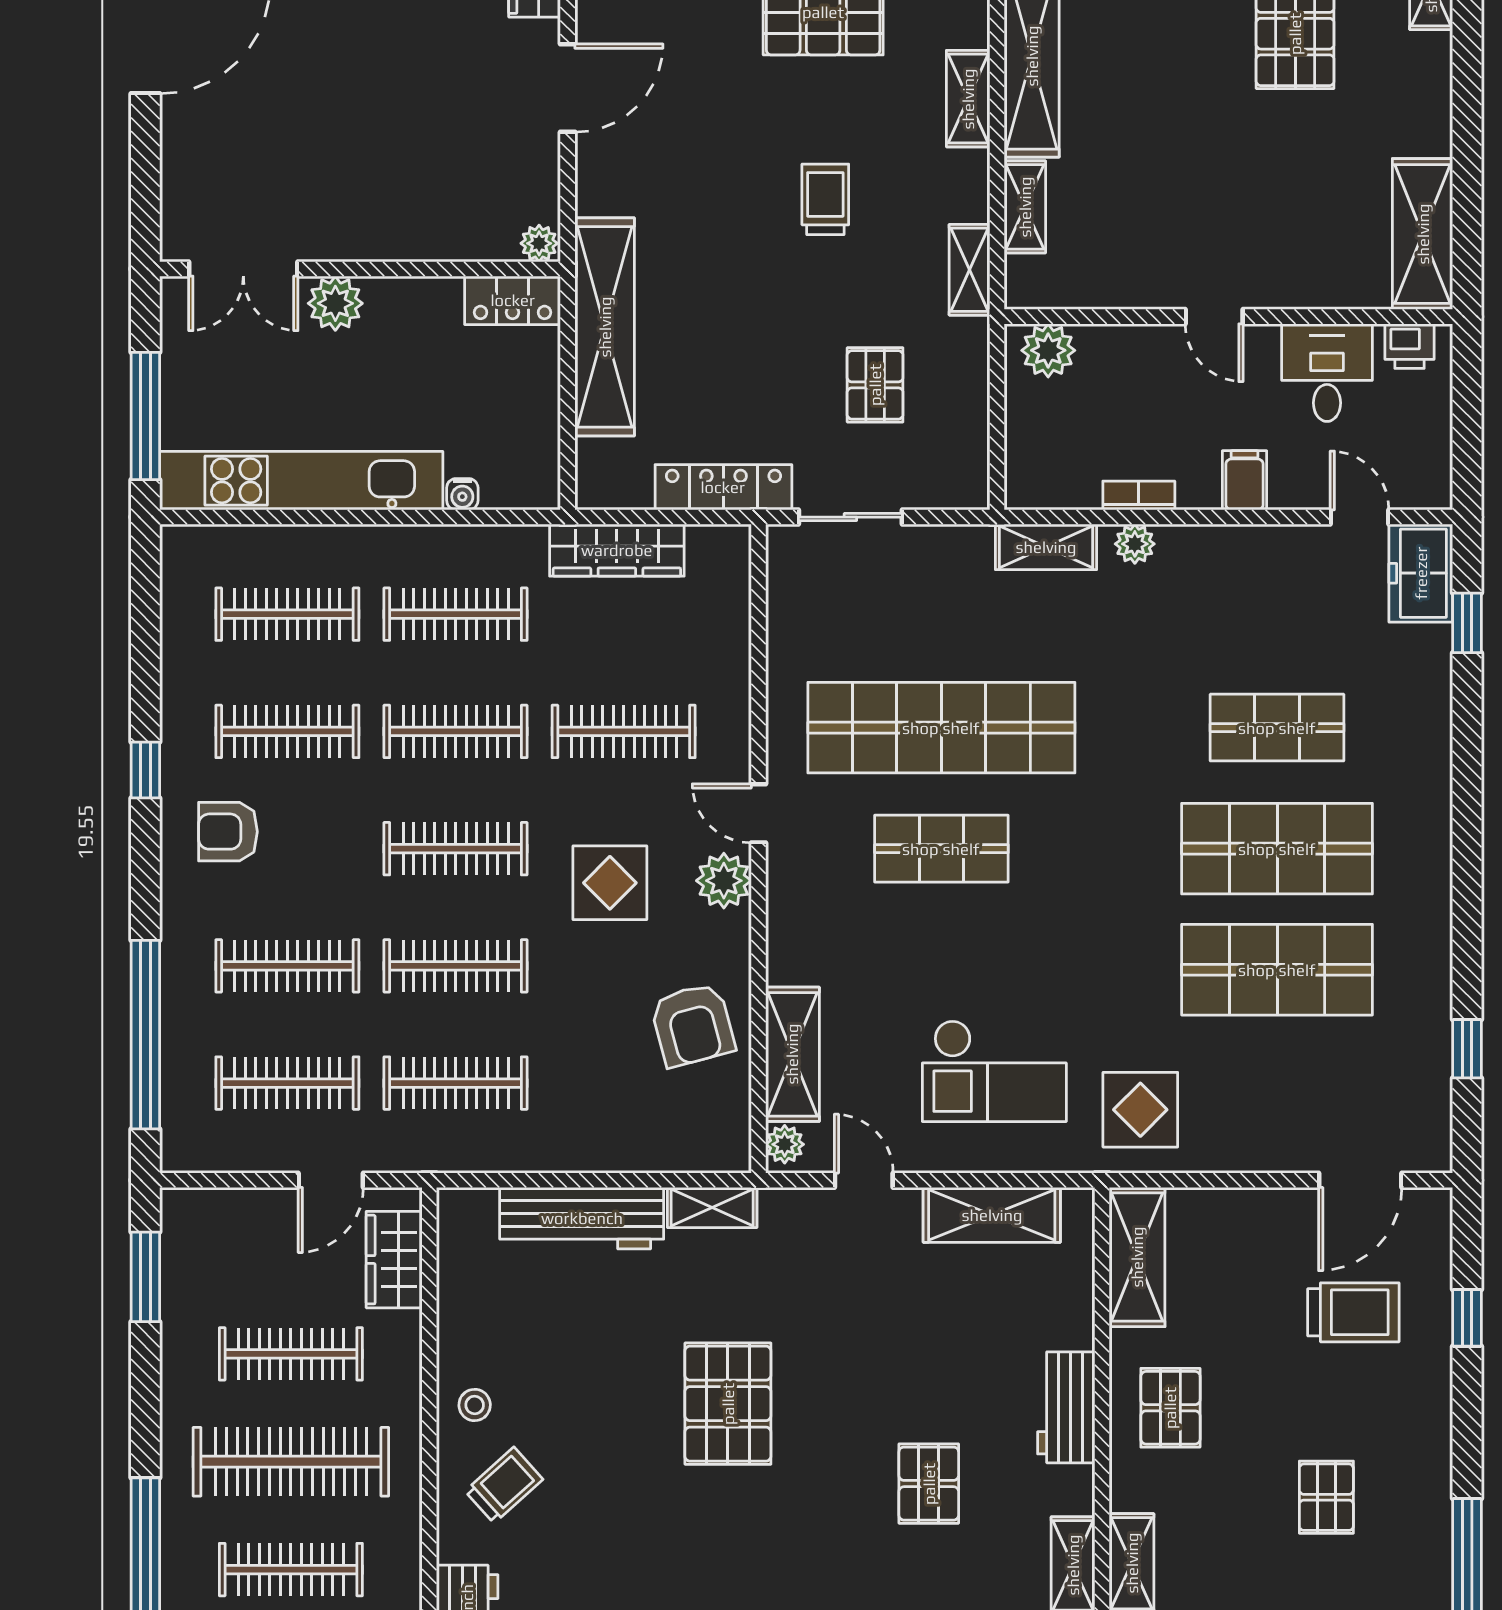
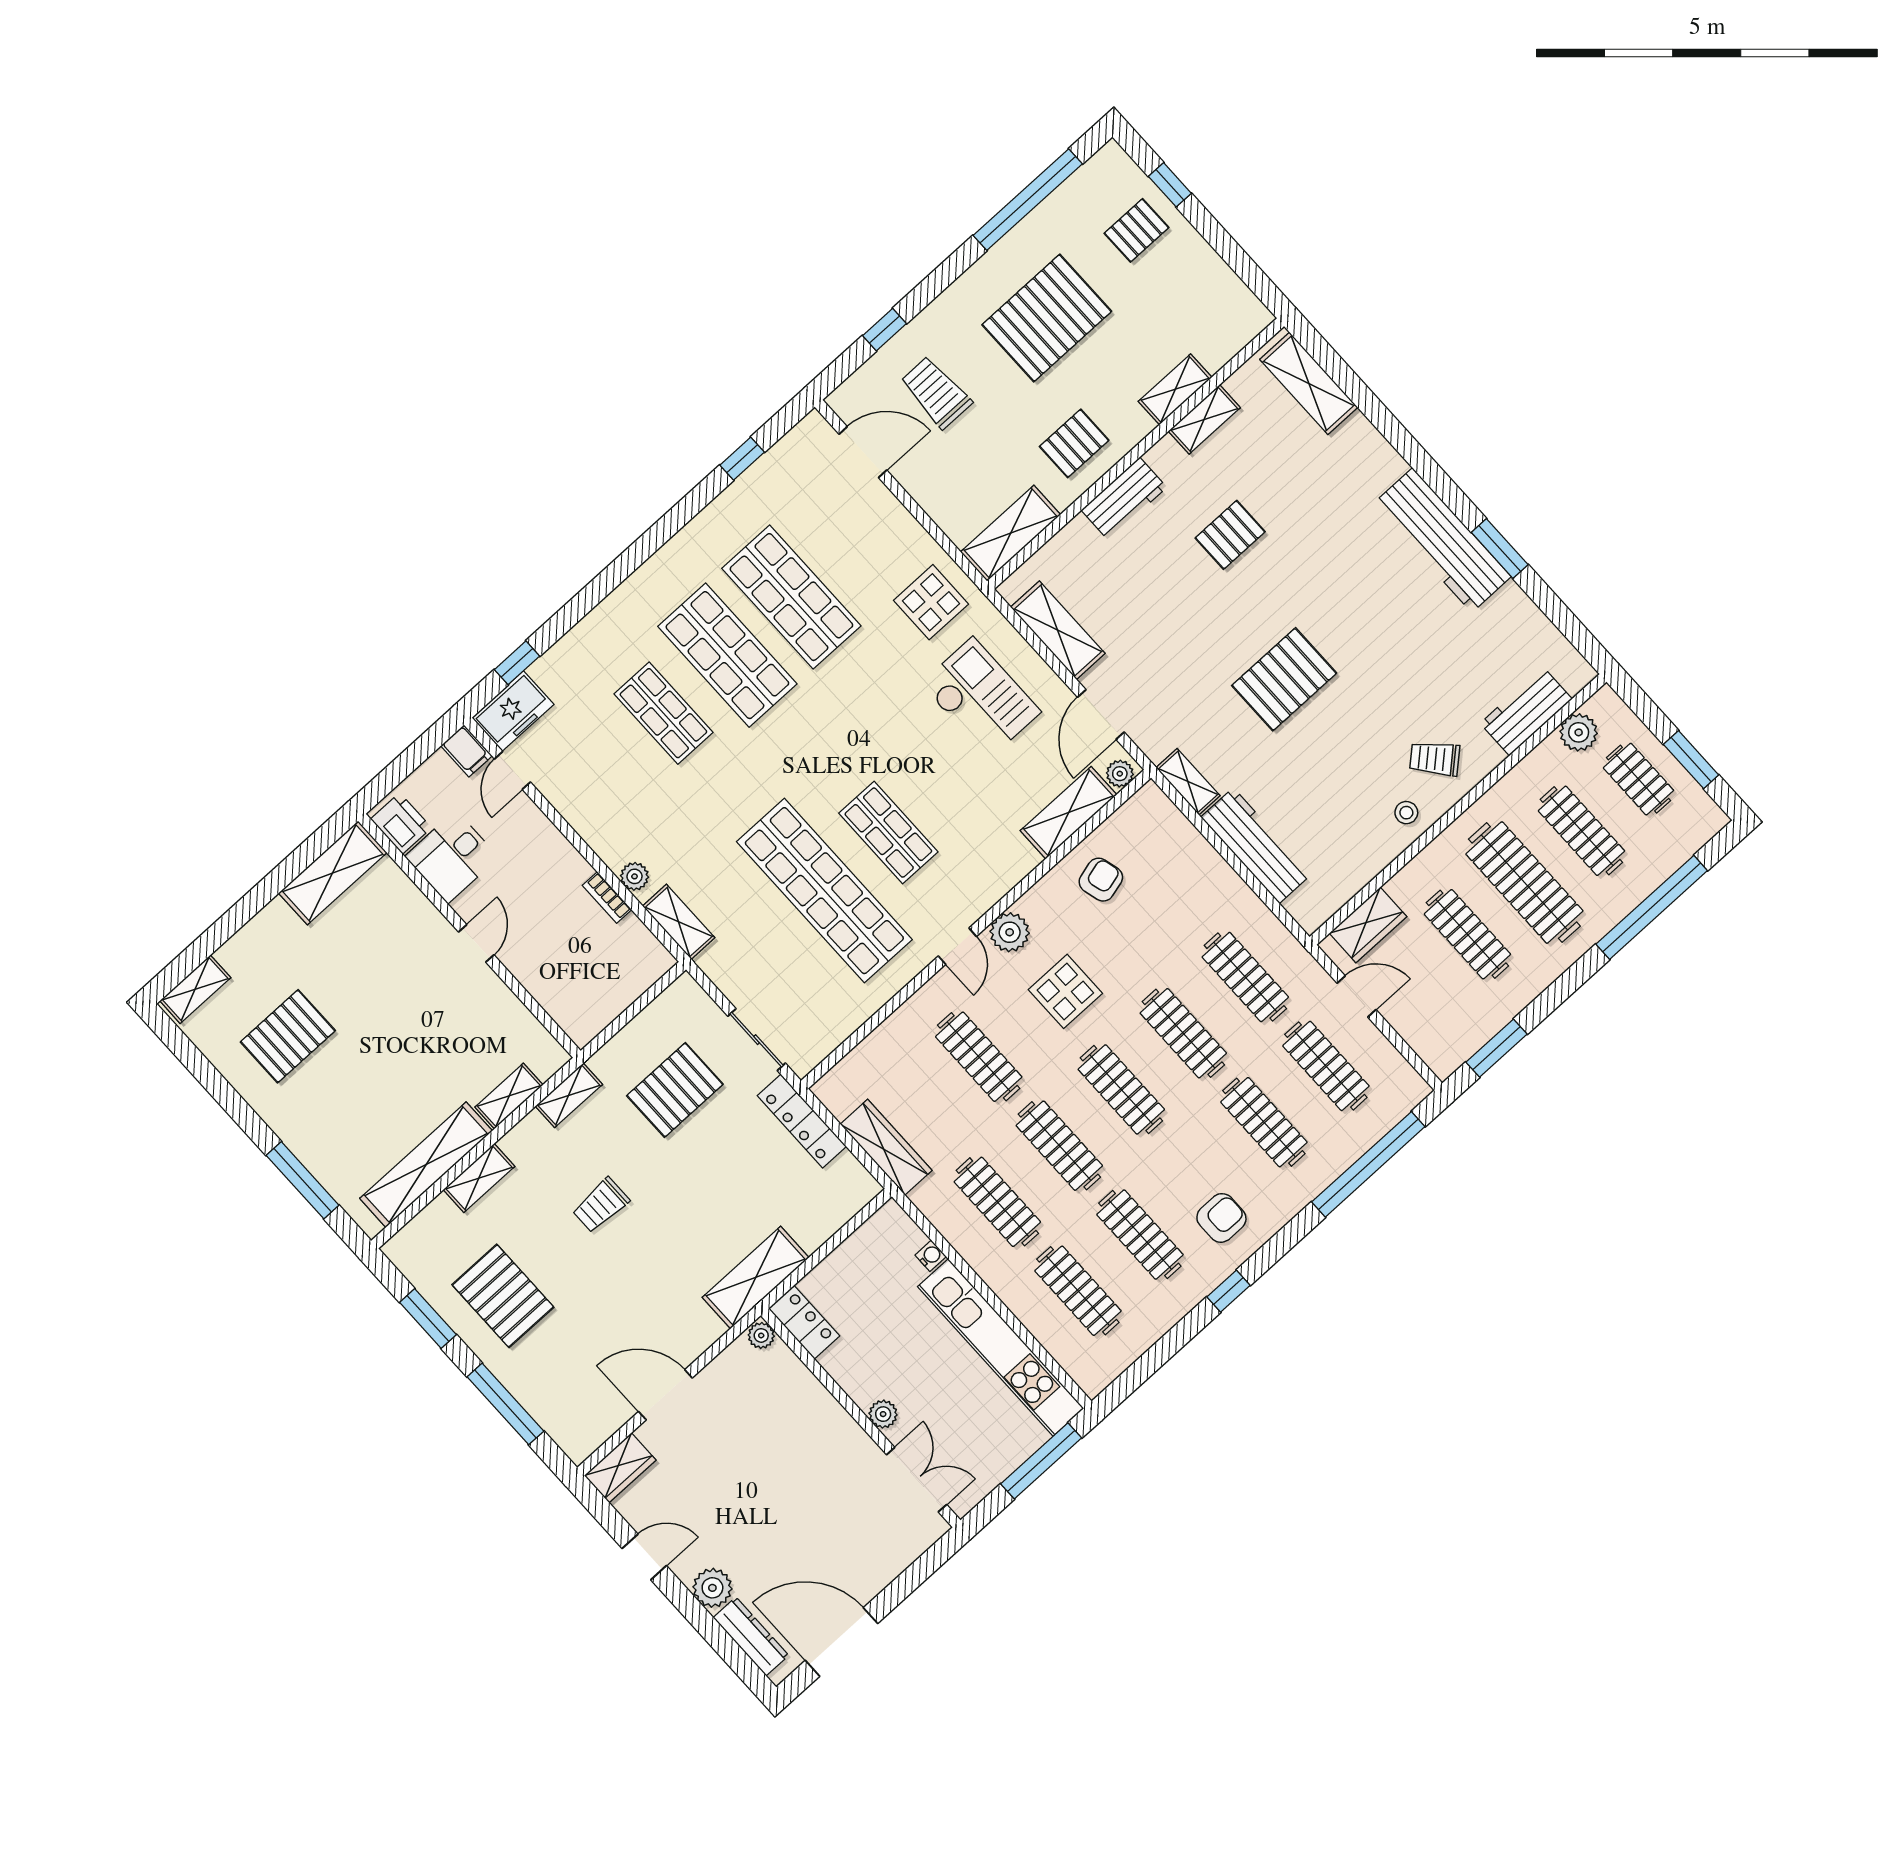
plant: (335, 303) -> (883, 1414), width x0.73, depth x0.73
shelving: (605, 327) -> (756, 1277), width x0.68
printer: (1410, 346) -> (401, 823), width x1.36, depth x1.24
plant: (1048, 350) -> (574, 1015), removed
pallet: (875, 385) -> (675, 1090), width x1.50, depth x1.42
filing cabinet: (1244, 480) -> (467, 751), moved, turned -90
armchair: (228, 832) -> (1221, 1218), turned -90
armchair: (693, 1025) -> (1101, 880), width x0.72, depth x0.72
door: (864, 1180) -> (1101, 715), width x1.38
pallet: (1326, 1497) -> (1047, 318), width x2.05, depth x2.00

